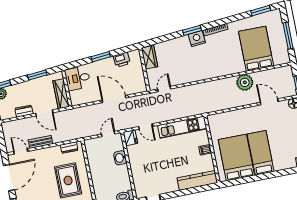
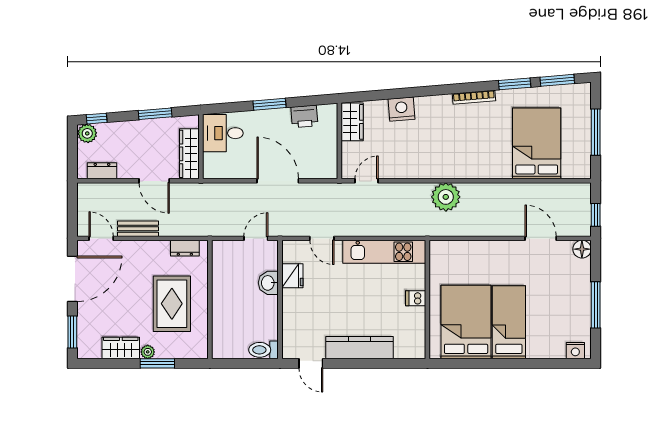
window: (192, 30) -> (515, 84), moved
nightstand: (197, 39) -> (401, 109), moved
plant: (245, 82) -> (446, 197), moved
dresser: (24, 111) -> (102, 171), moved
fridge: (130, 138) -> (292, 276), moved
kitchen counter: (197, 180) -> (359, 348), moved

